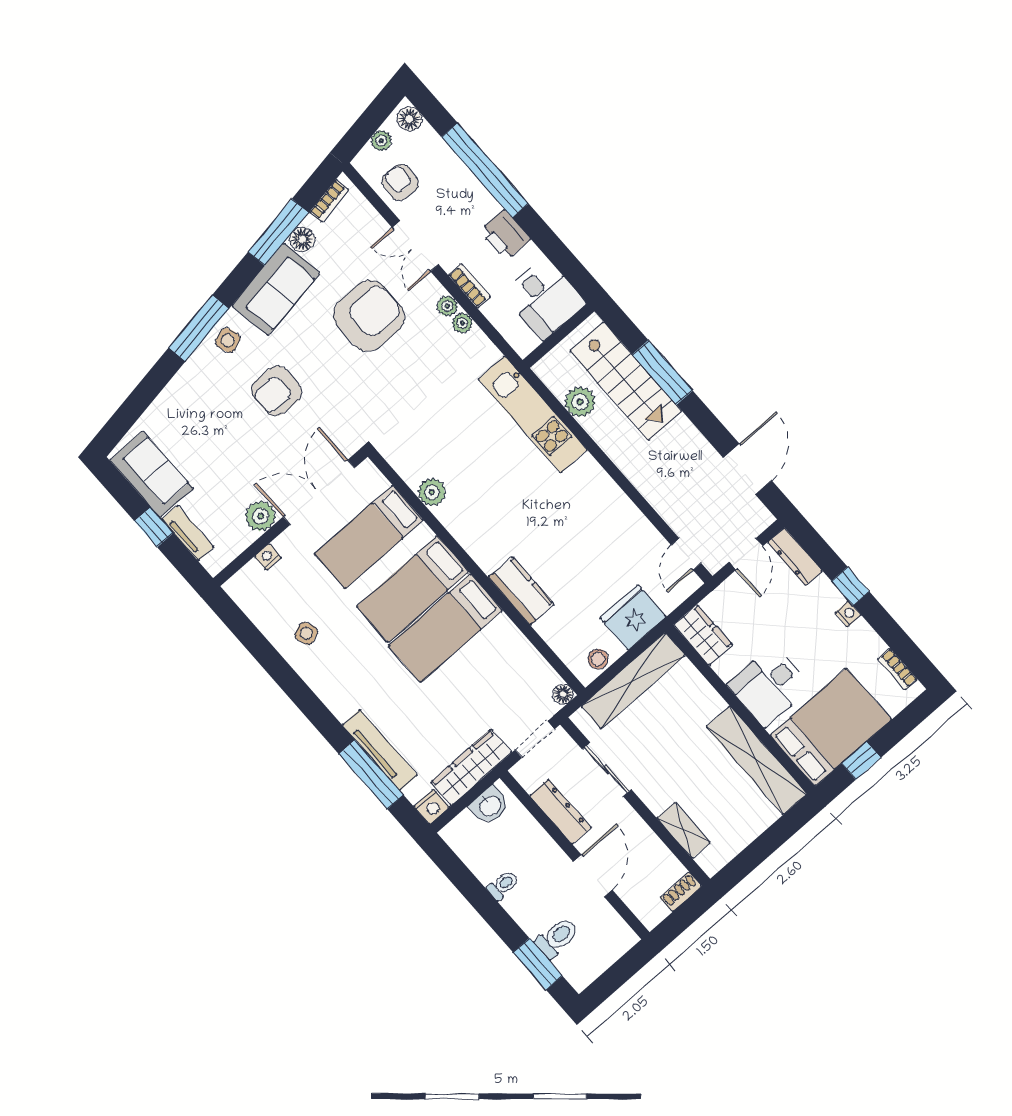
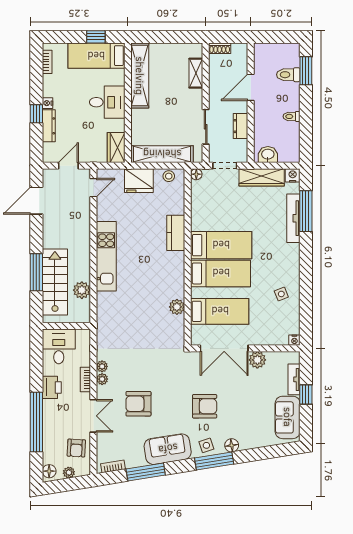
floor lamp: (302, 239) -> (232, 445), moved
armchair: (369, 316) -> (138, 404), width x0.73, depth x0.73
kitchen unit: (533, 414) -> (106, 256), moved
nightstand: (268, 557) -> (294, 340), moved
dresser: (795, 557) -> (49, 126), moved
bed: (831, 727) -> (96, 56), width x0.67
dresser: (560, 812) -> (240, 126), width x0.70

